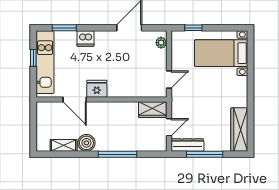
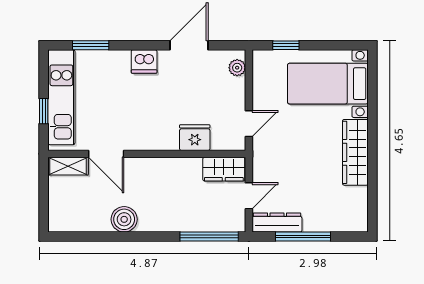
dishwasher: (85, 39) -> (144, 61), moved
window: (33, 58) -> (44, 111), moved
fridge: (97, 89) -> (195, 138), moved
wardrobe: (239, 130) -> (355, 152), moved
shelving: (64, 145) -> (68, 166), moved
window: (117, 154) -> (209, 237), moved

